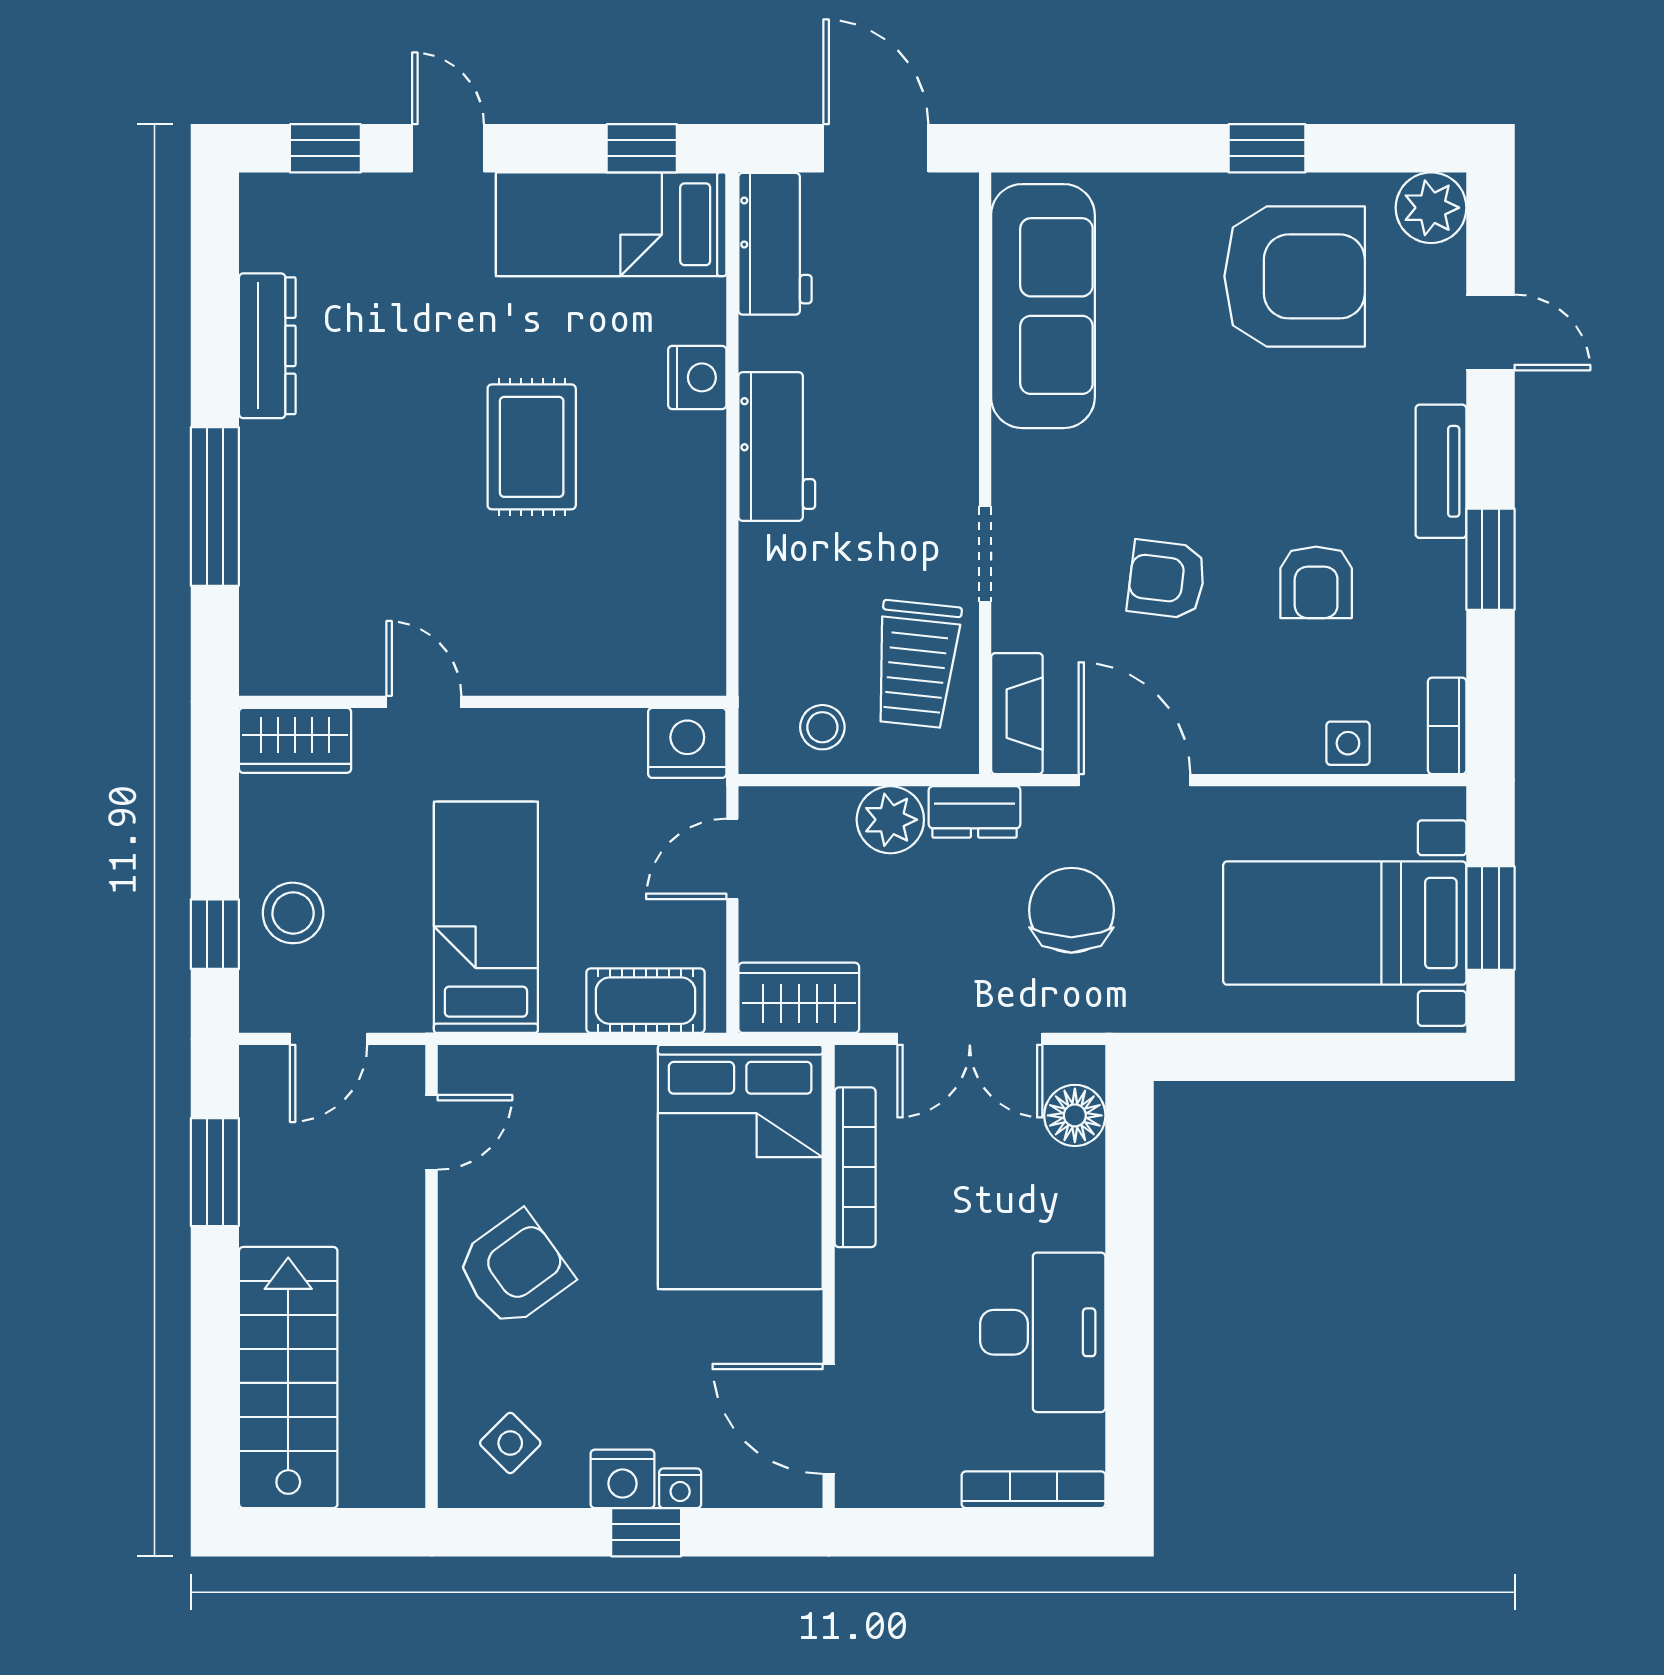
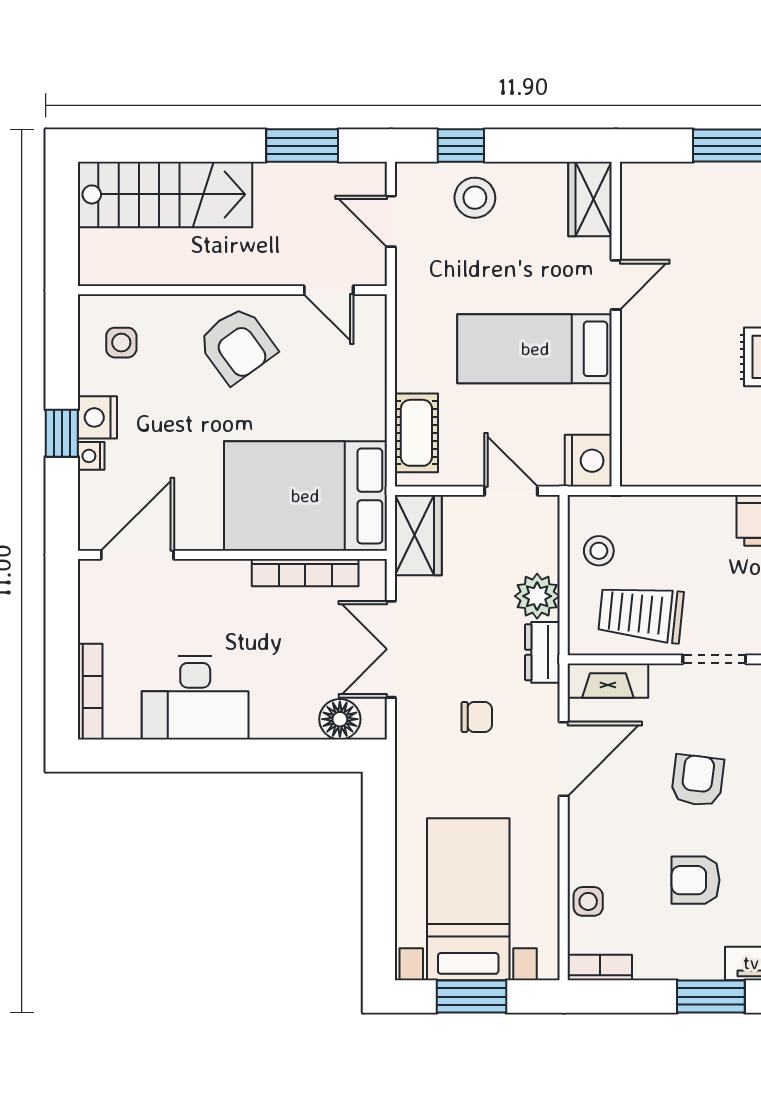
chair: (1071, 910) -> (477, 717), width x0.54, depth x0.54
bed: (486, 917) -> (535, 349), moved, turned 180
side table: (510, 1443) -> (121, 343), turned 45

